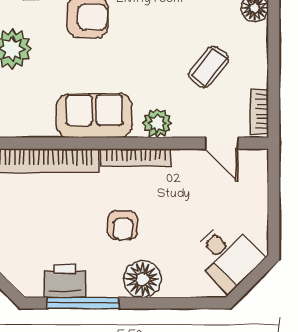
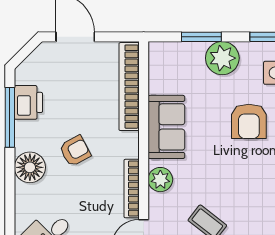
bookcase: (136, 158) -> (132, 189), moved
armchair: (123, 225) -> (75, 151), turned 152

